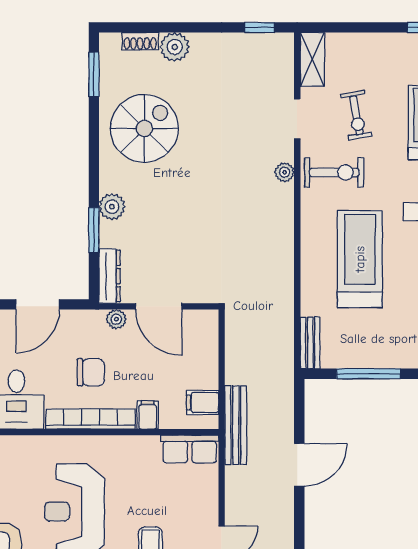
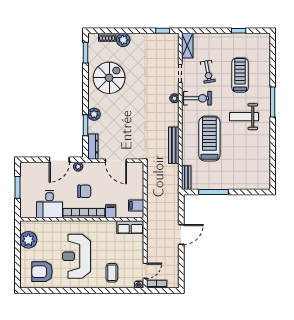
plant: (116, 319) -> (78, 167), moved
bench: (236, 425) -> (174, 145), moved

